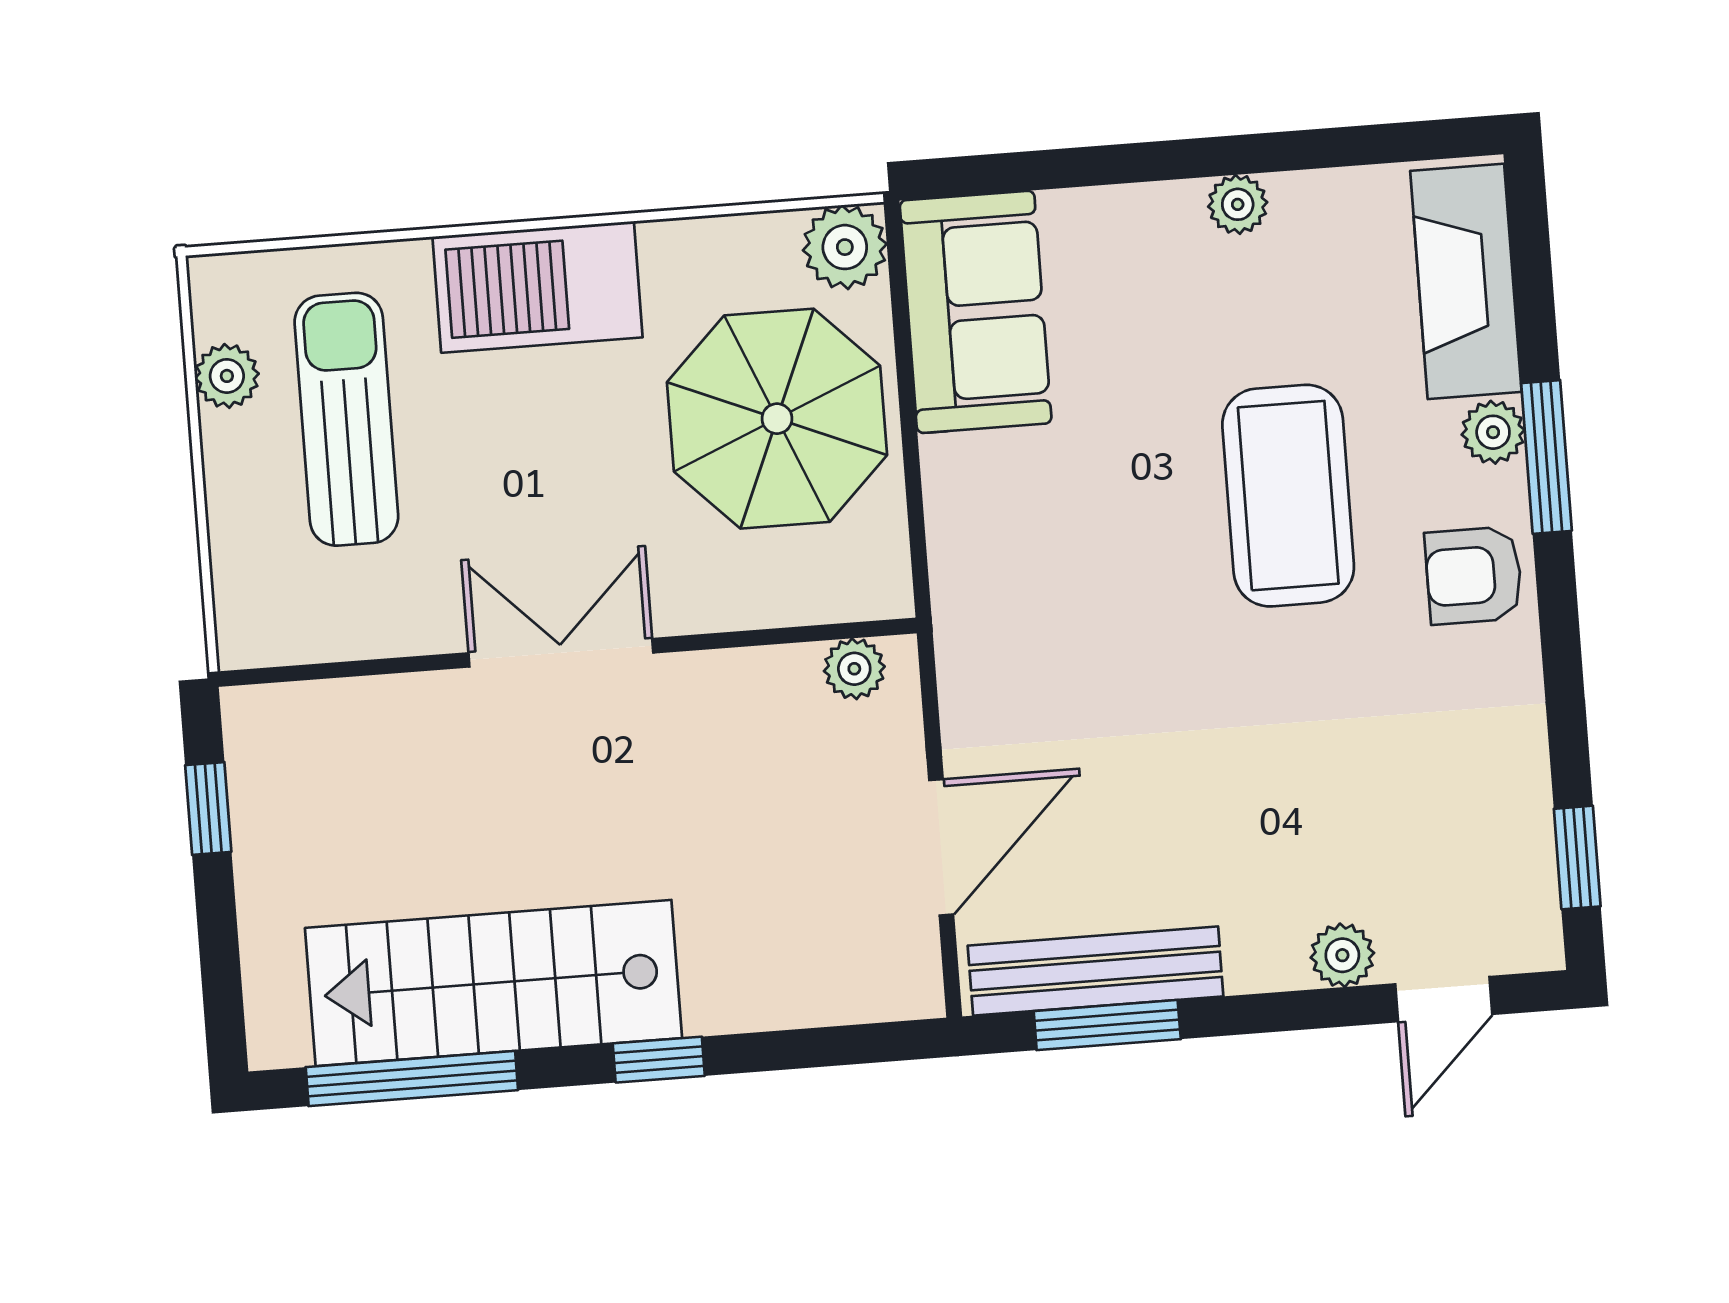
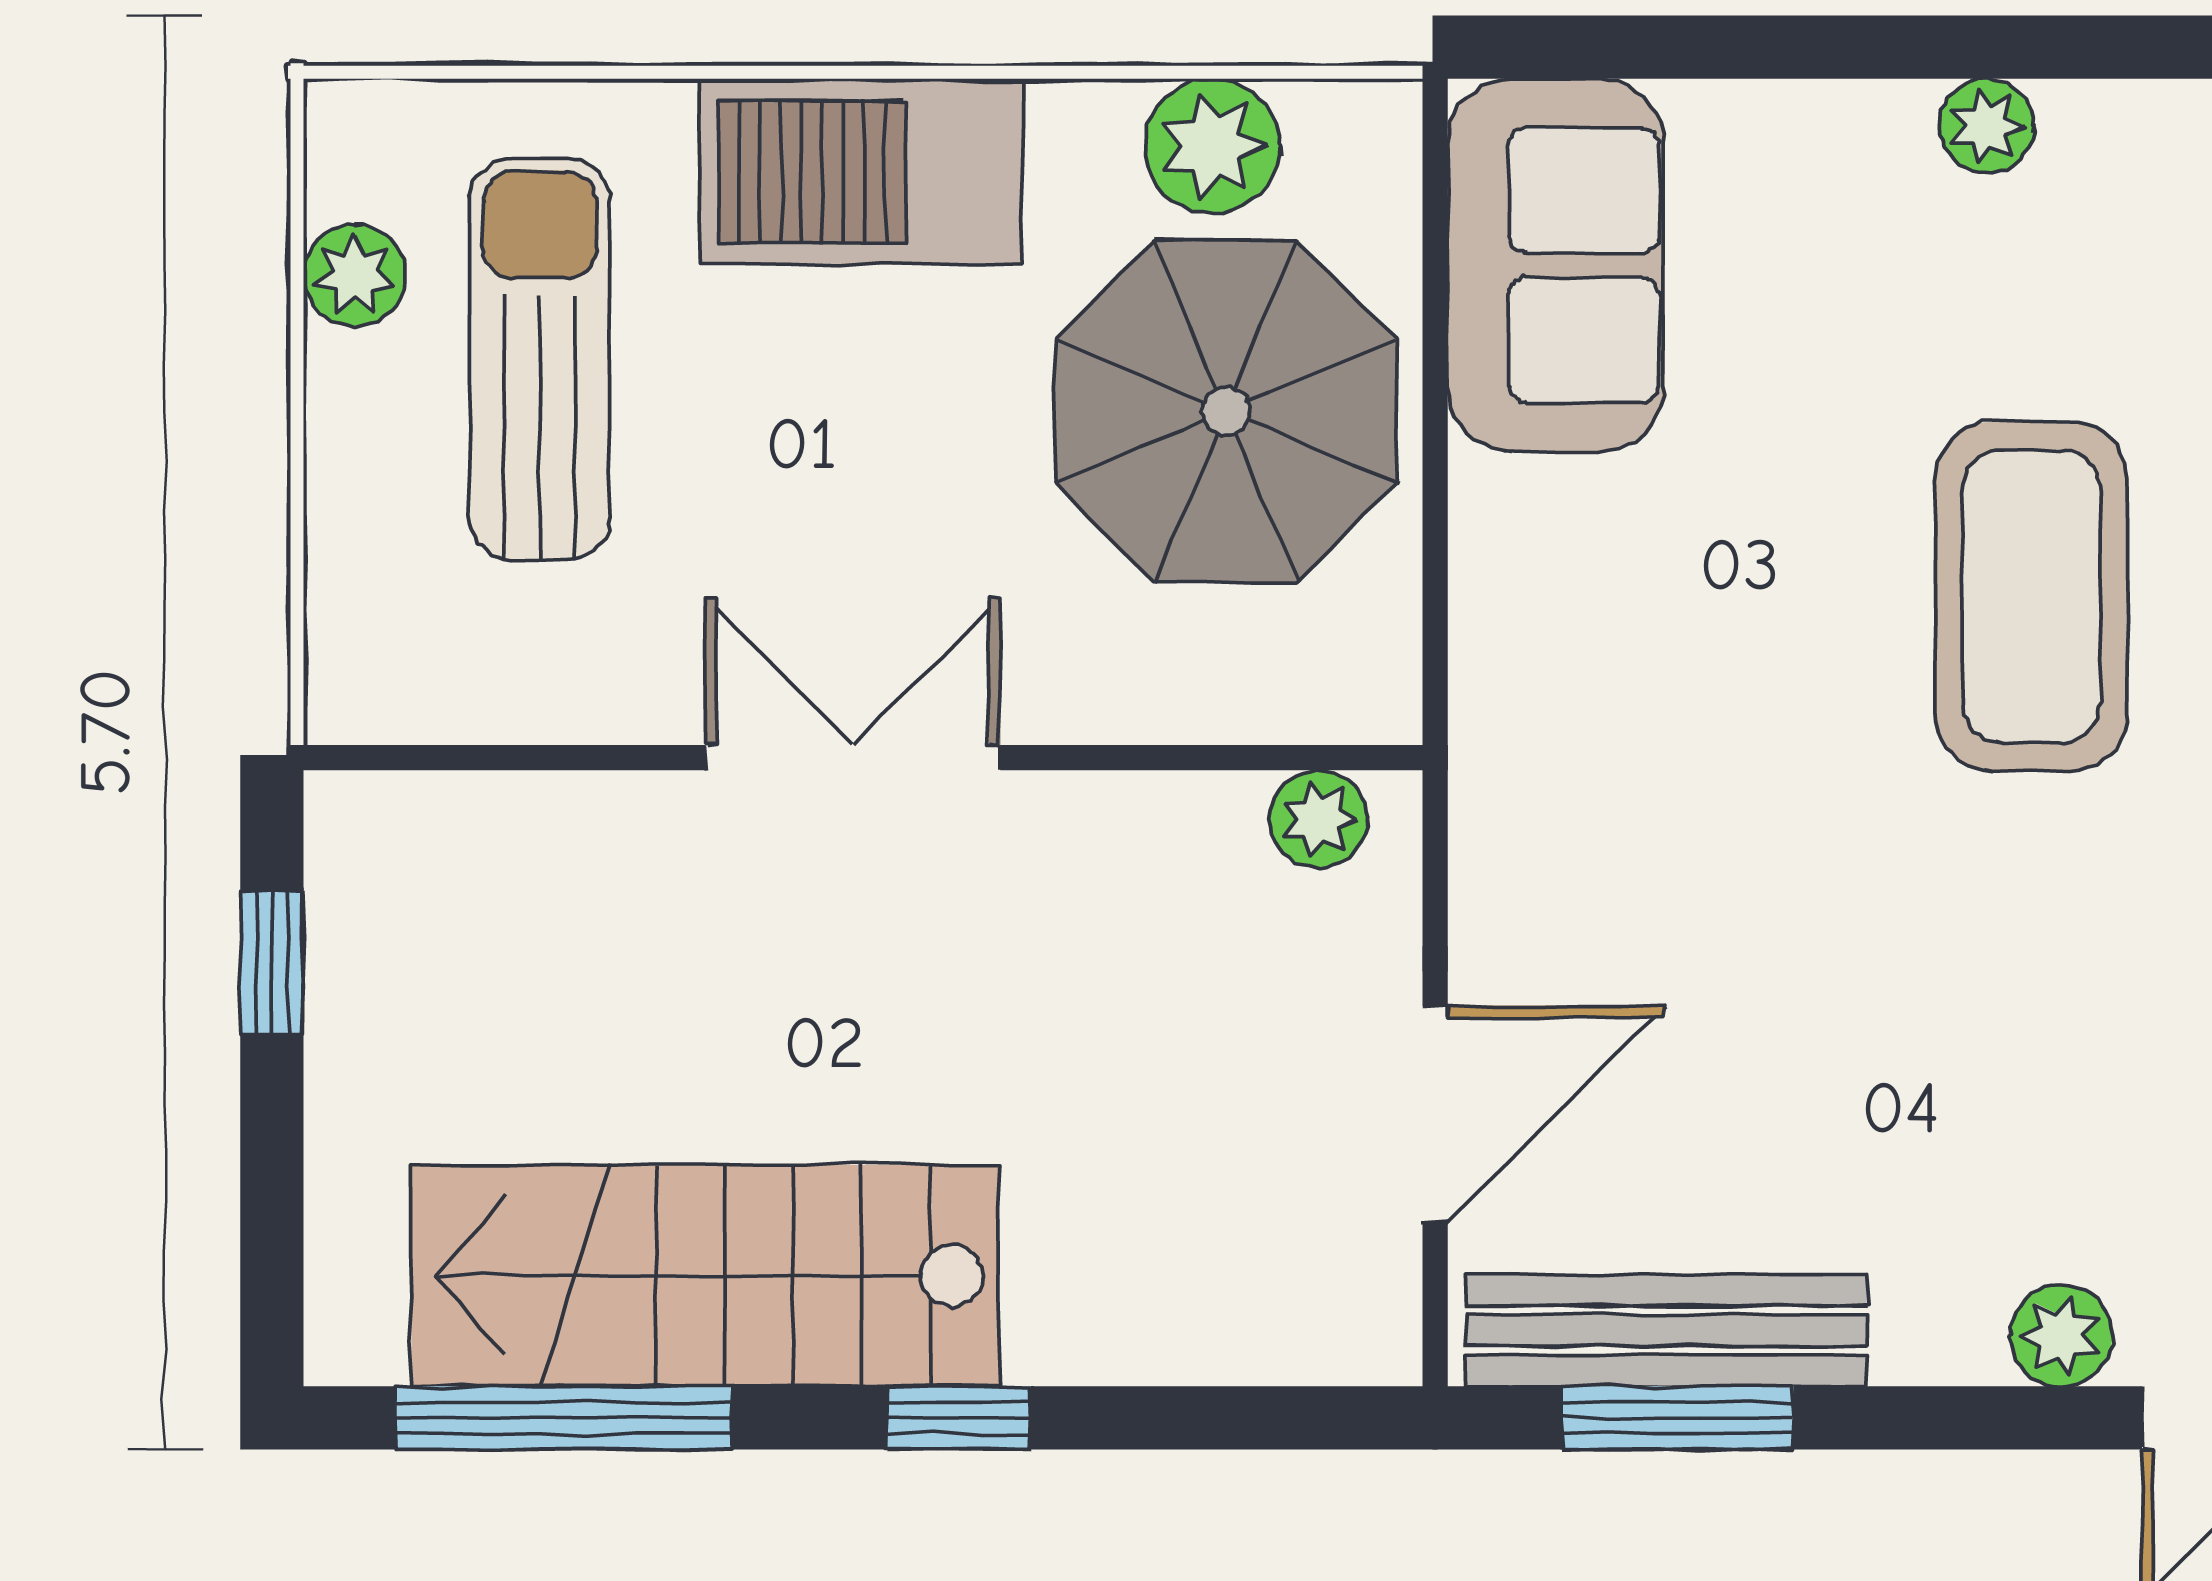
plant: (845, 247) -> (1212, 146), moved

